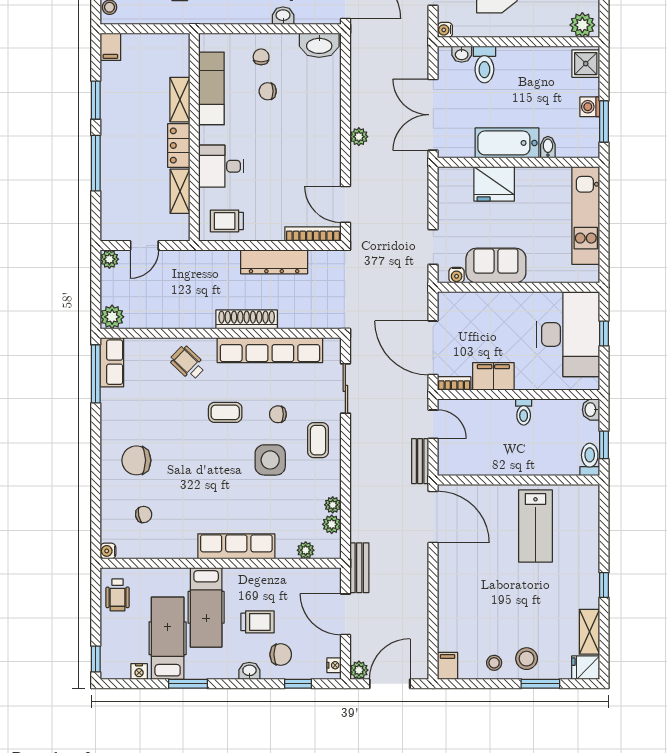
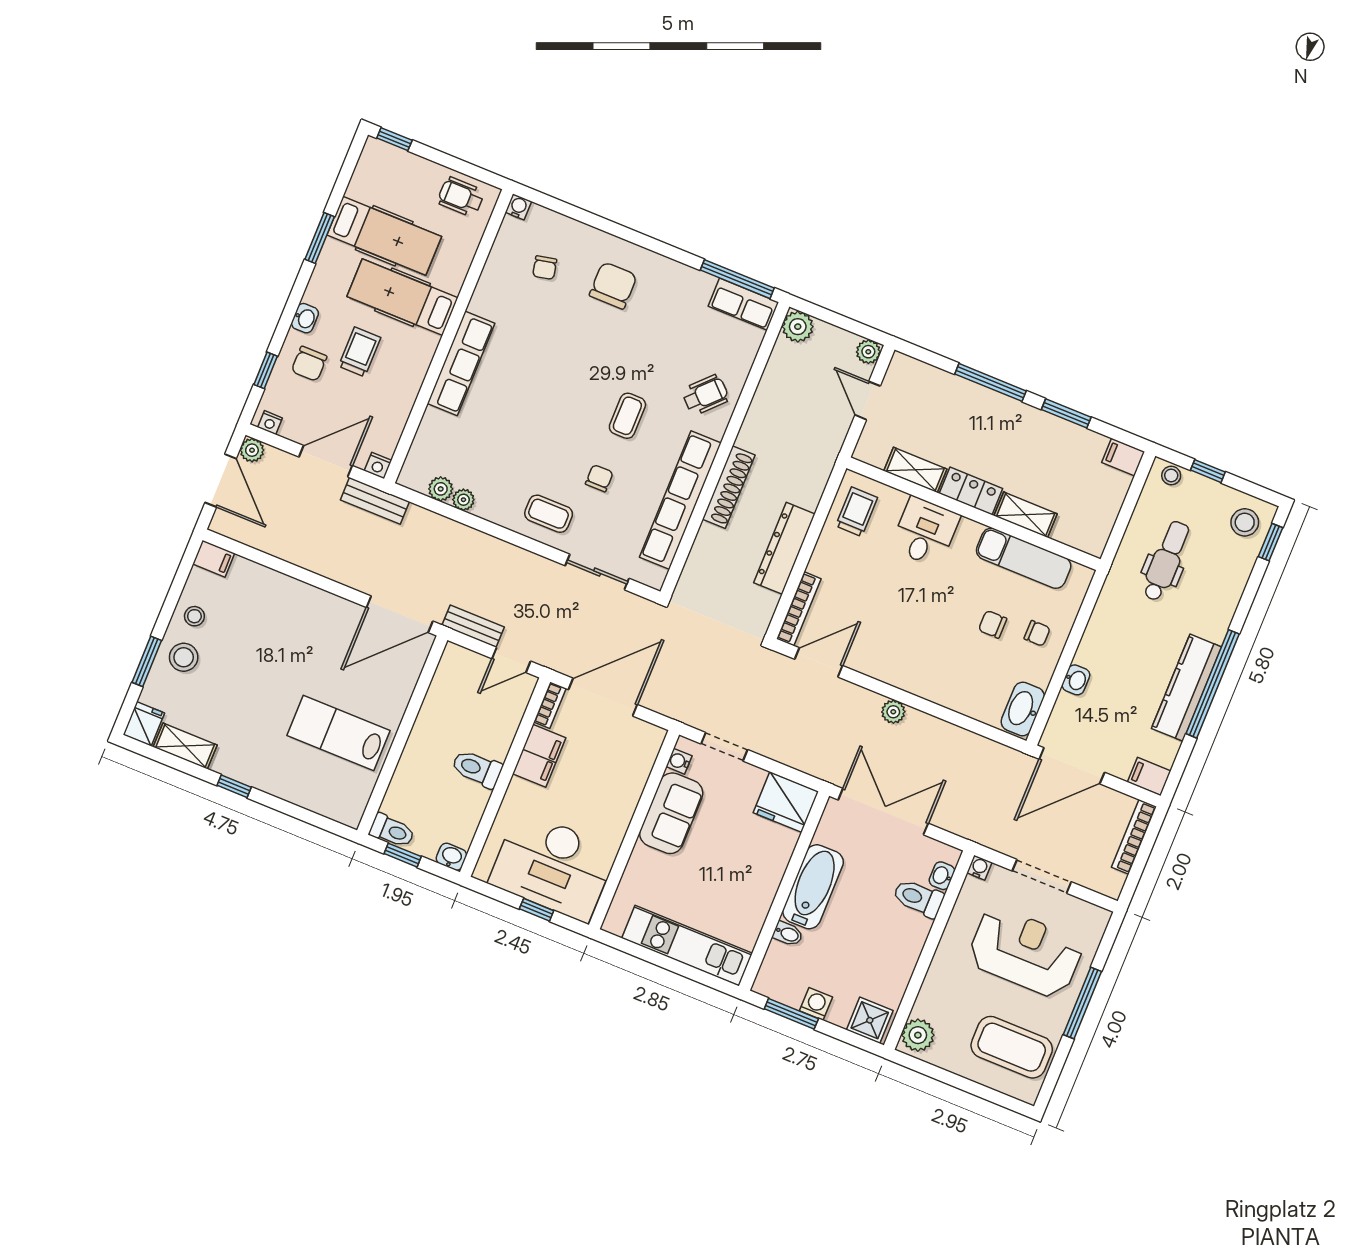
chair: (268, 91) -> (993, 624), turned -90
fridge: (494, 184) -> (786, 802), moved, turned -90
toilet: (524, 412) -> (477, 769), width x1.37, depth x1.39
side table: (270, 460) -> (548, 446), removed
plant: (306, 550) -> (422, 445), removed
trolley: (258, 622) -> (360, 352), turned 180
nightstand: (139, 671) -> (378, 465), moved, turned -90

